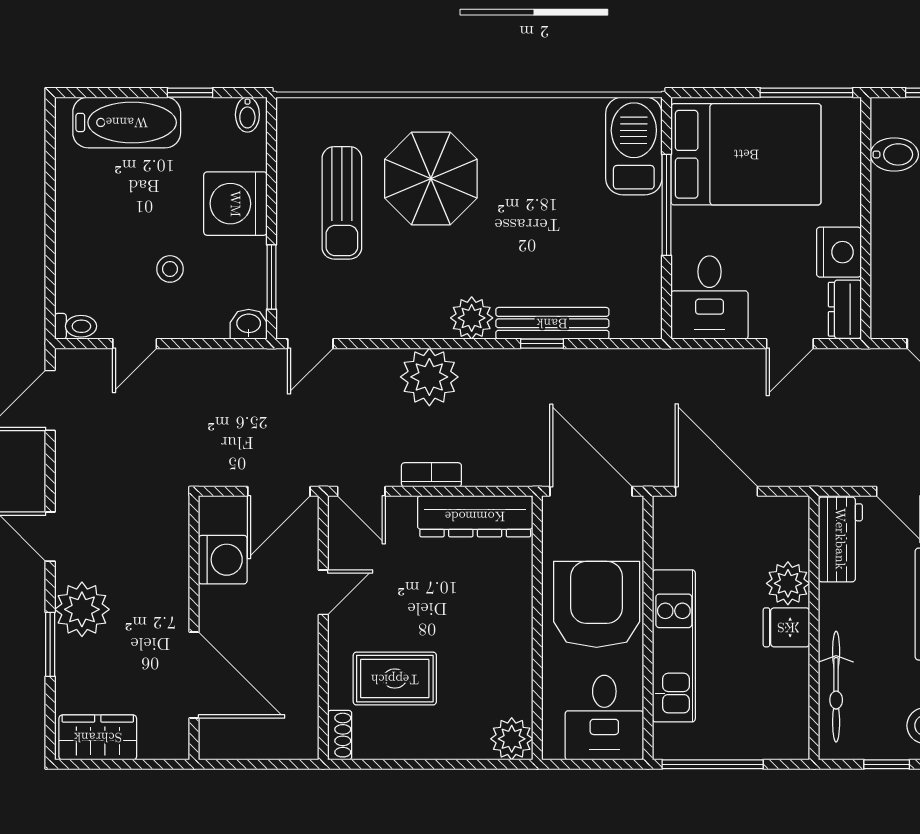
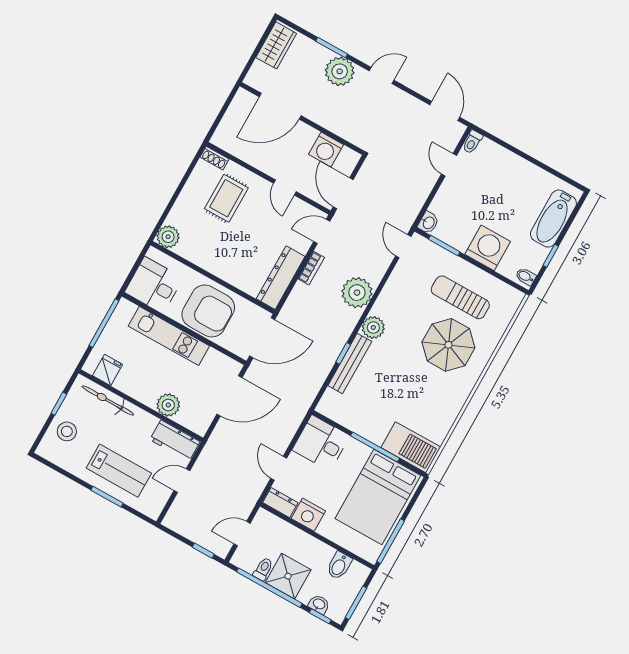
stool: (170, 269) -> (474, 201), removed
fridge: (786, 627) -> (108, 370), moved

